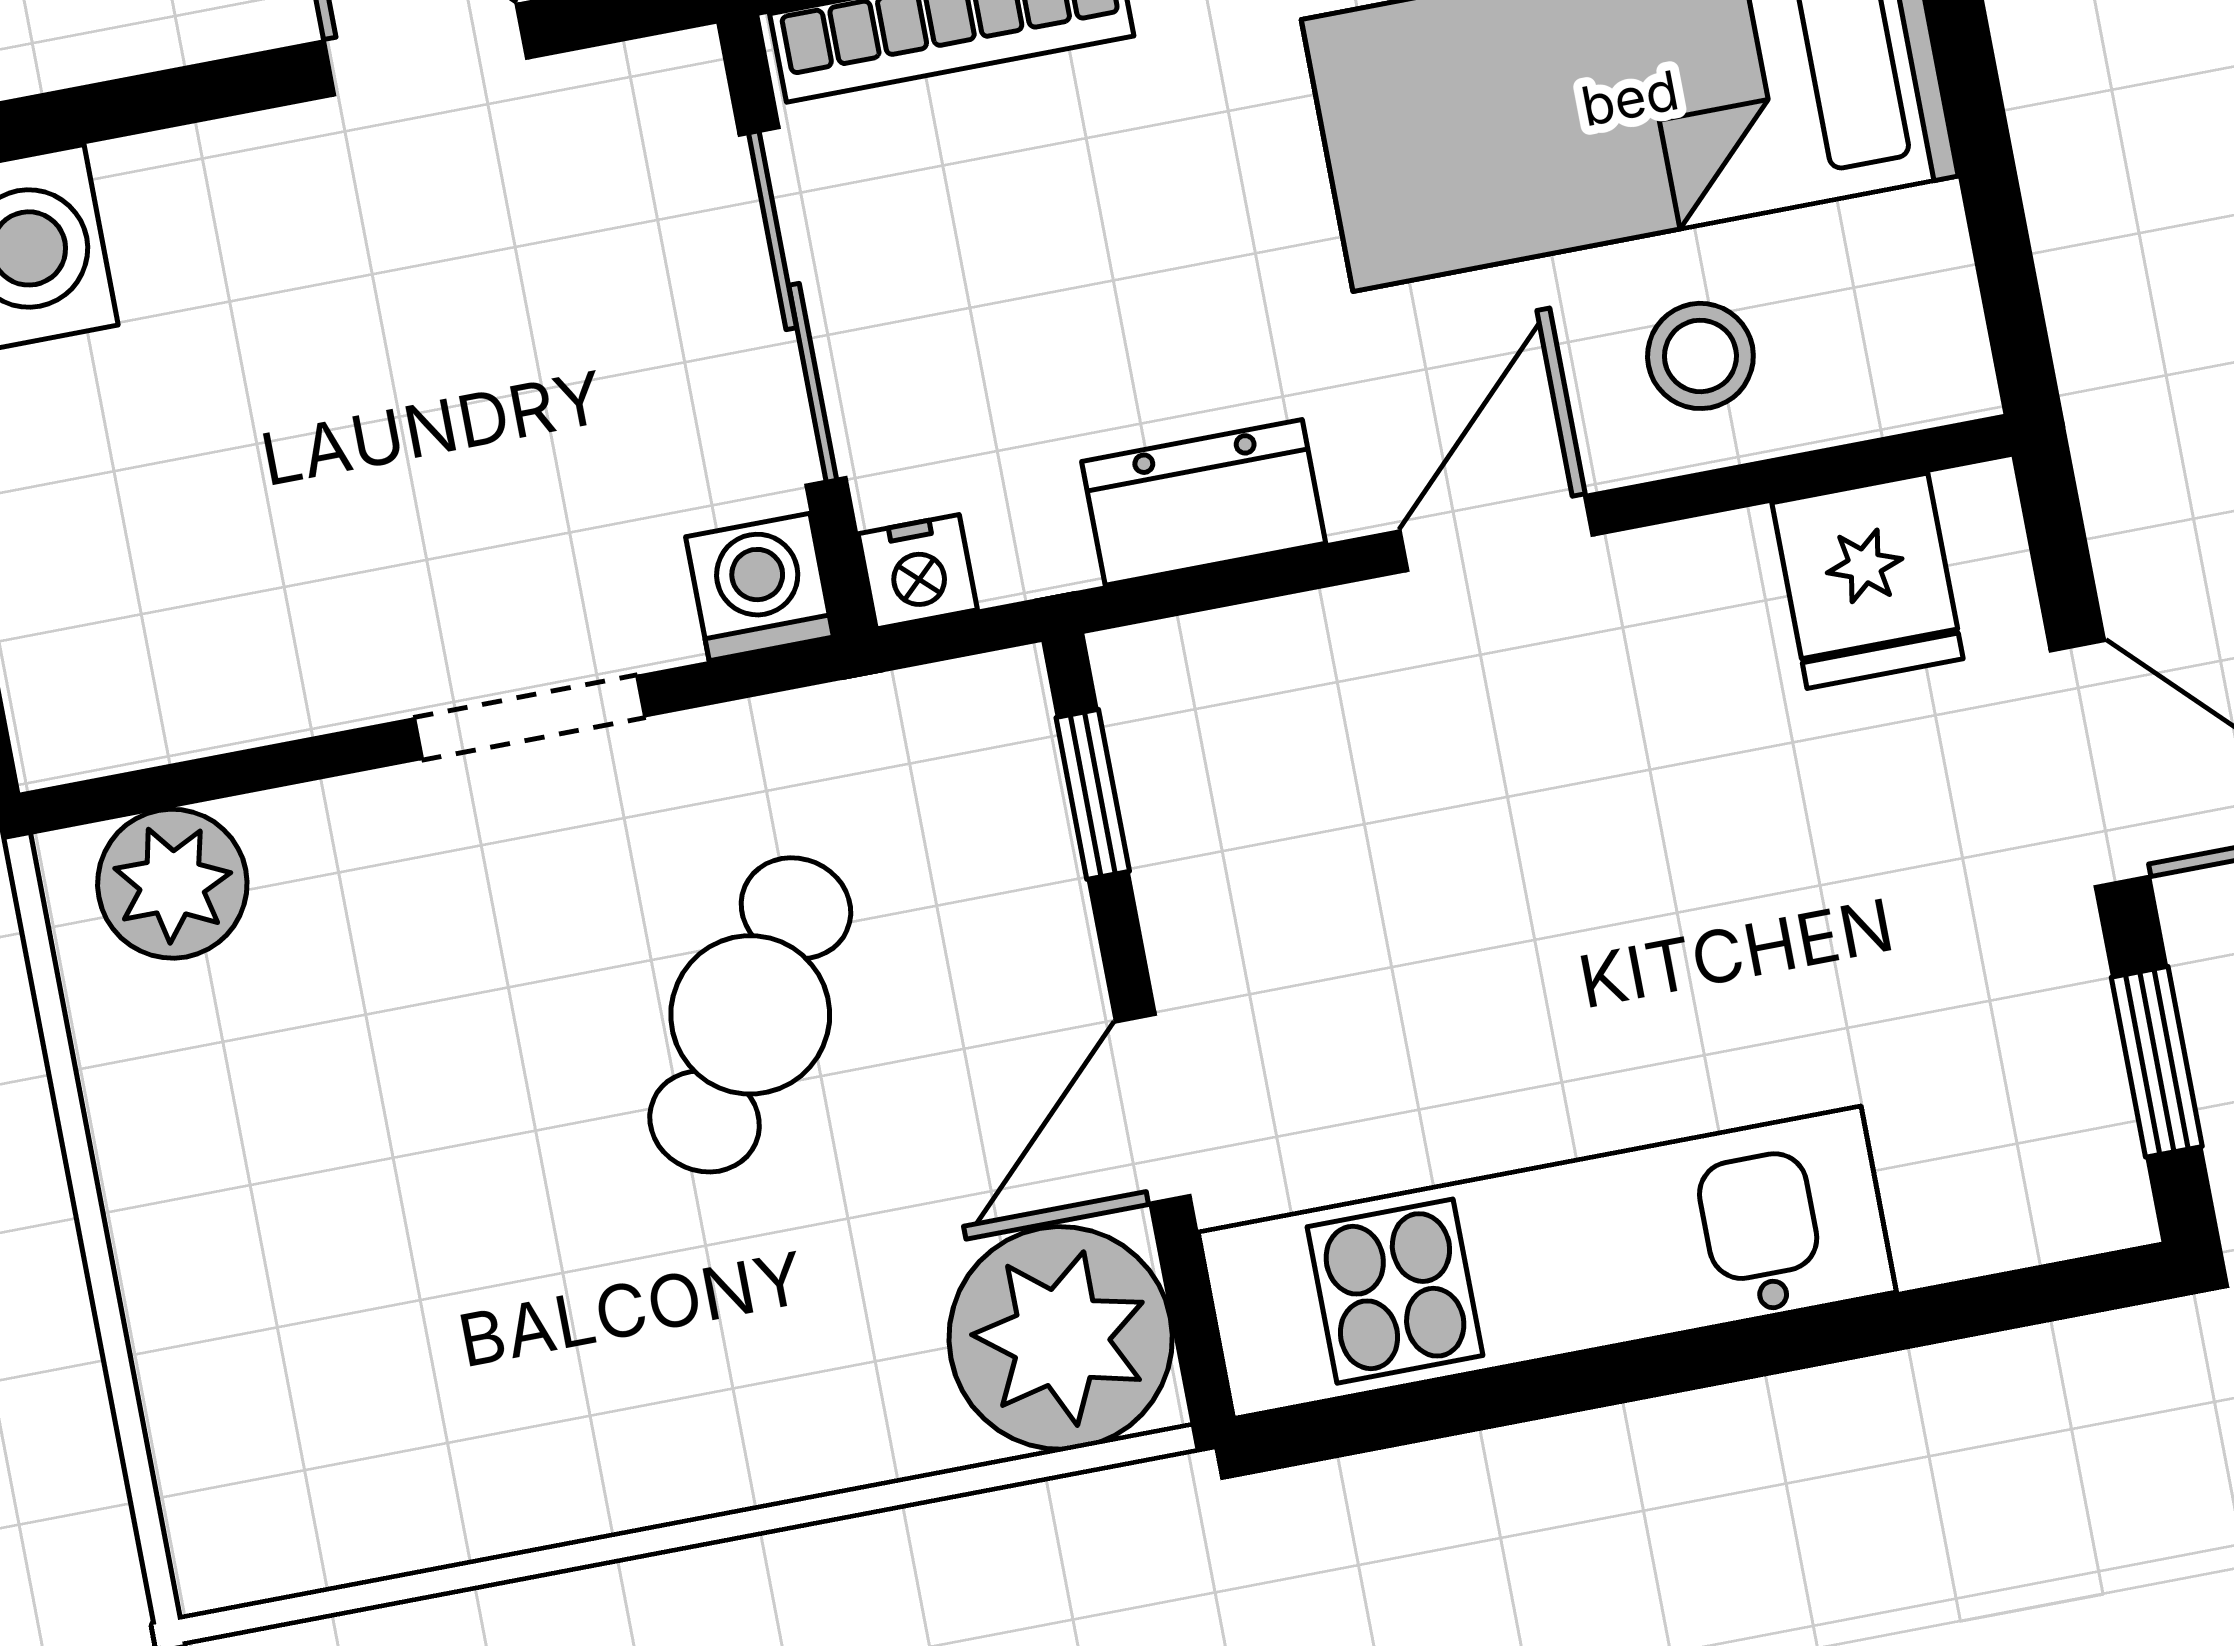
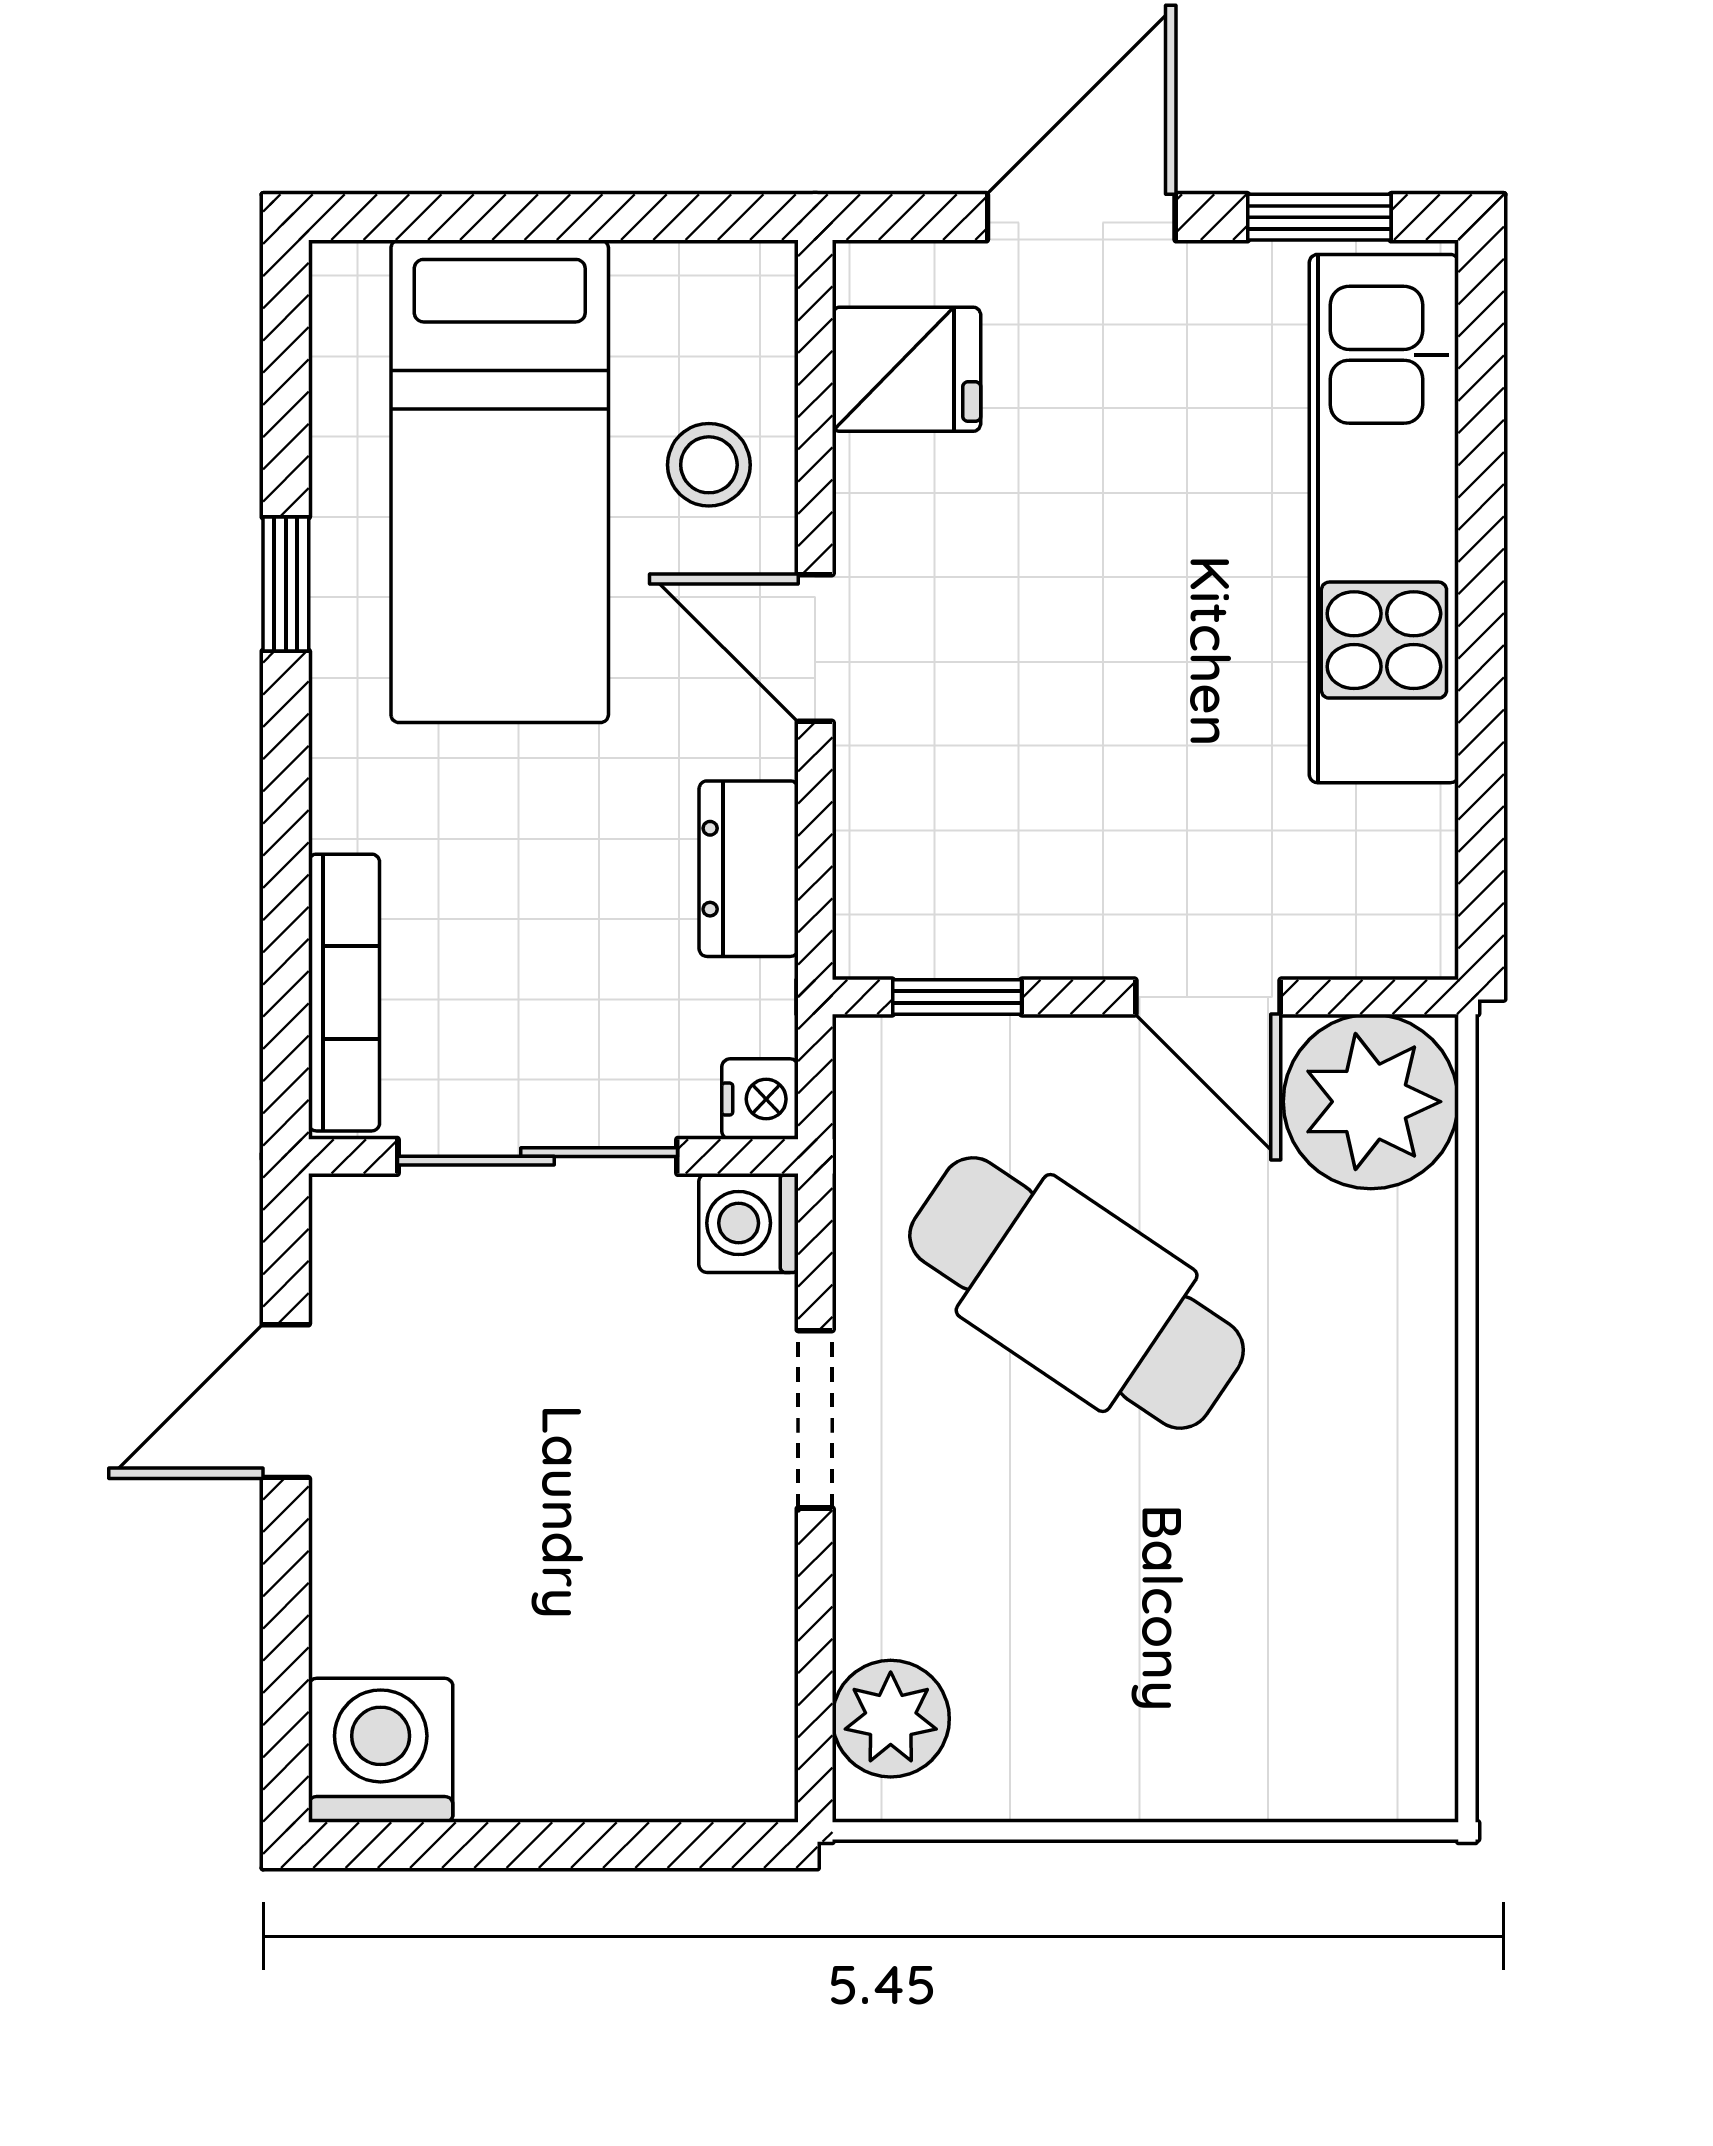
cafe table: (750, 1015) -> (1077, 1293), width x1.37, depth x1.35
kitchen unit: (1547, 1262) -> (1384, 519), moved

